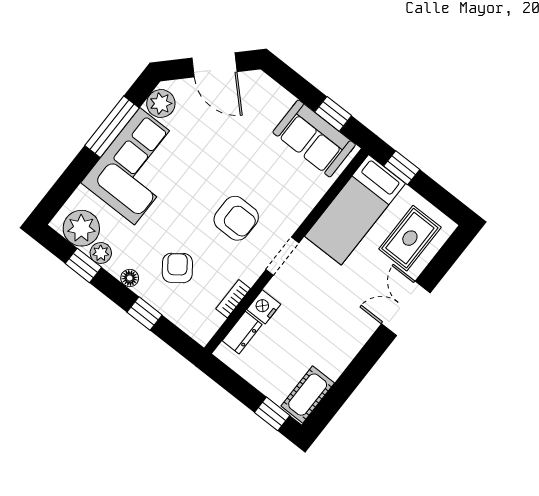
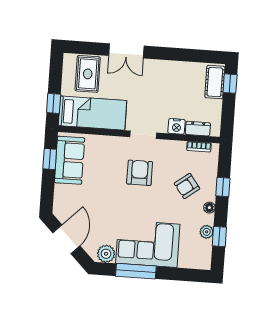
plant: (81, 228) -> (200, 251), removed
rug: (410, 238) -> (88, 74), turned 90
bookcase: (233, 299) -> (199, 147), moved
cot: (308, 395) -> (215, 82), moved, turned 90

